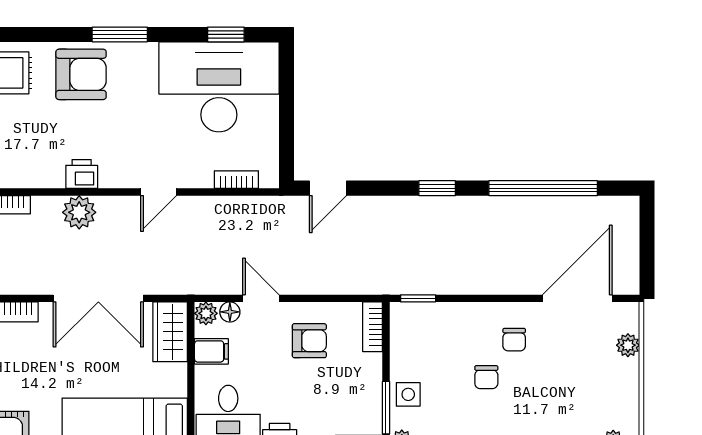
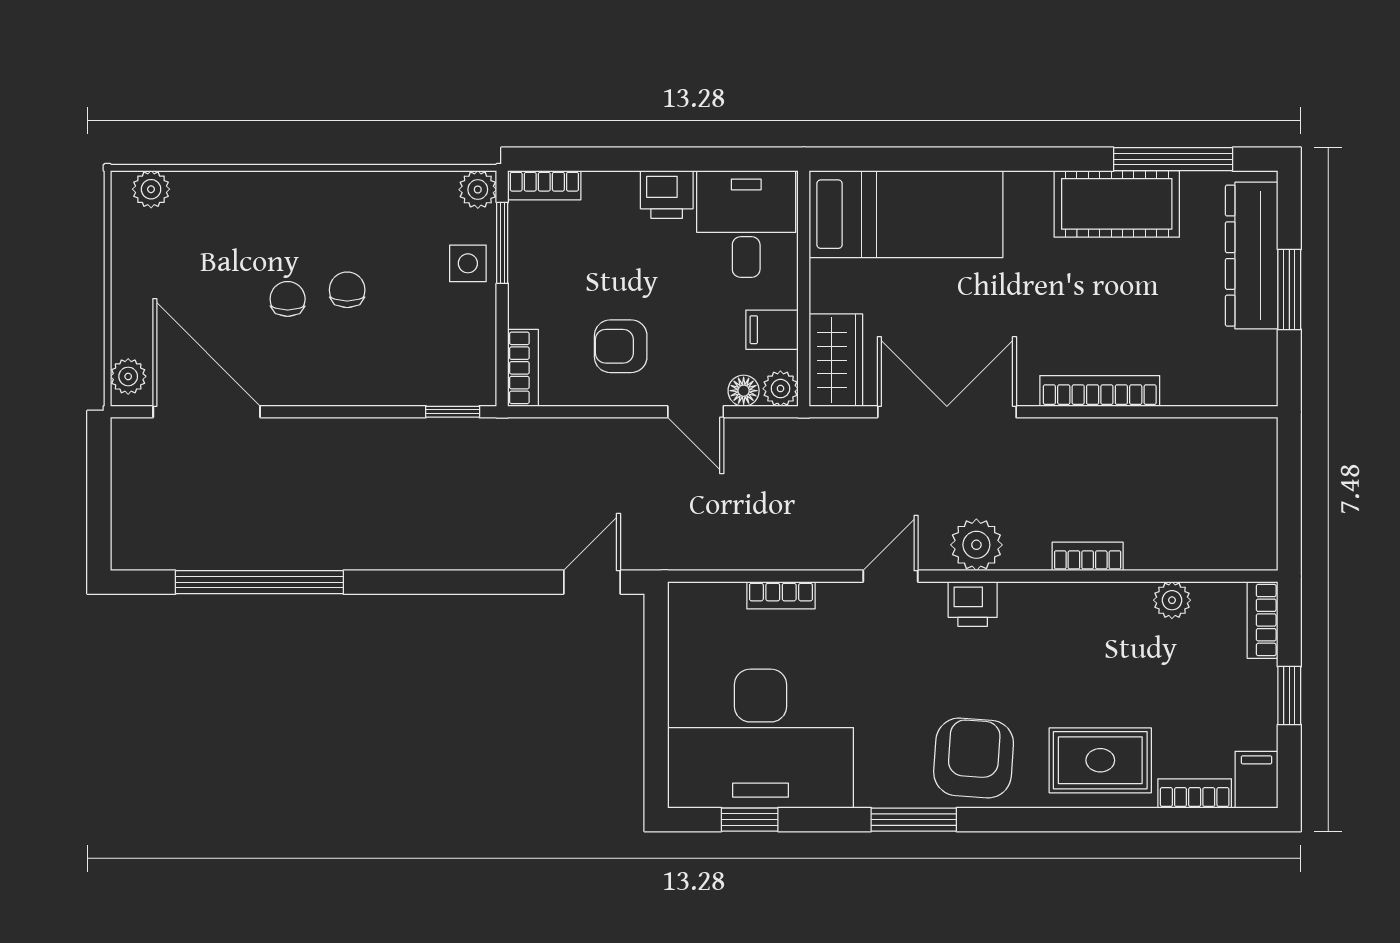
armchair: (81, 74) -> (974, 758), turned 94
bookcase: (236, 180) -> (781, 595), moved
window: (437, 188) -> (423, 582), removed
door: (159, 192) -> (891, 576), moved
door: (577, 298) -> (207, 412), swing flipped
chair: (514, 340) -> (288, 299), moved
plant: (628, 345) -> (128, 376), moved

